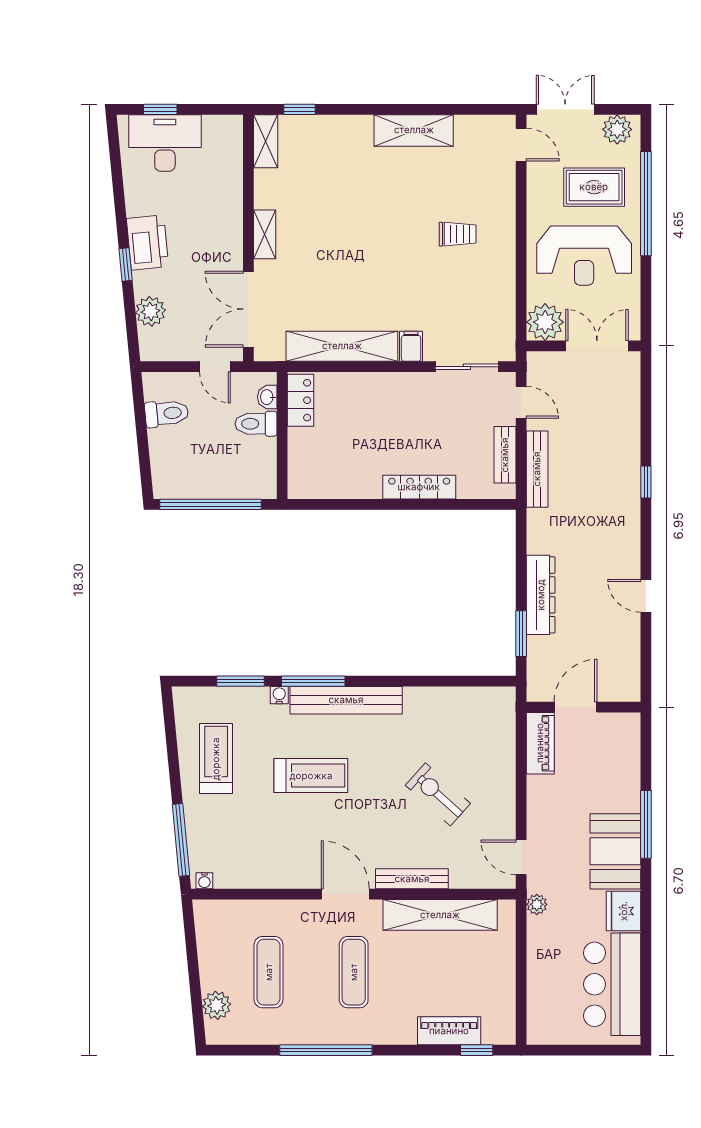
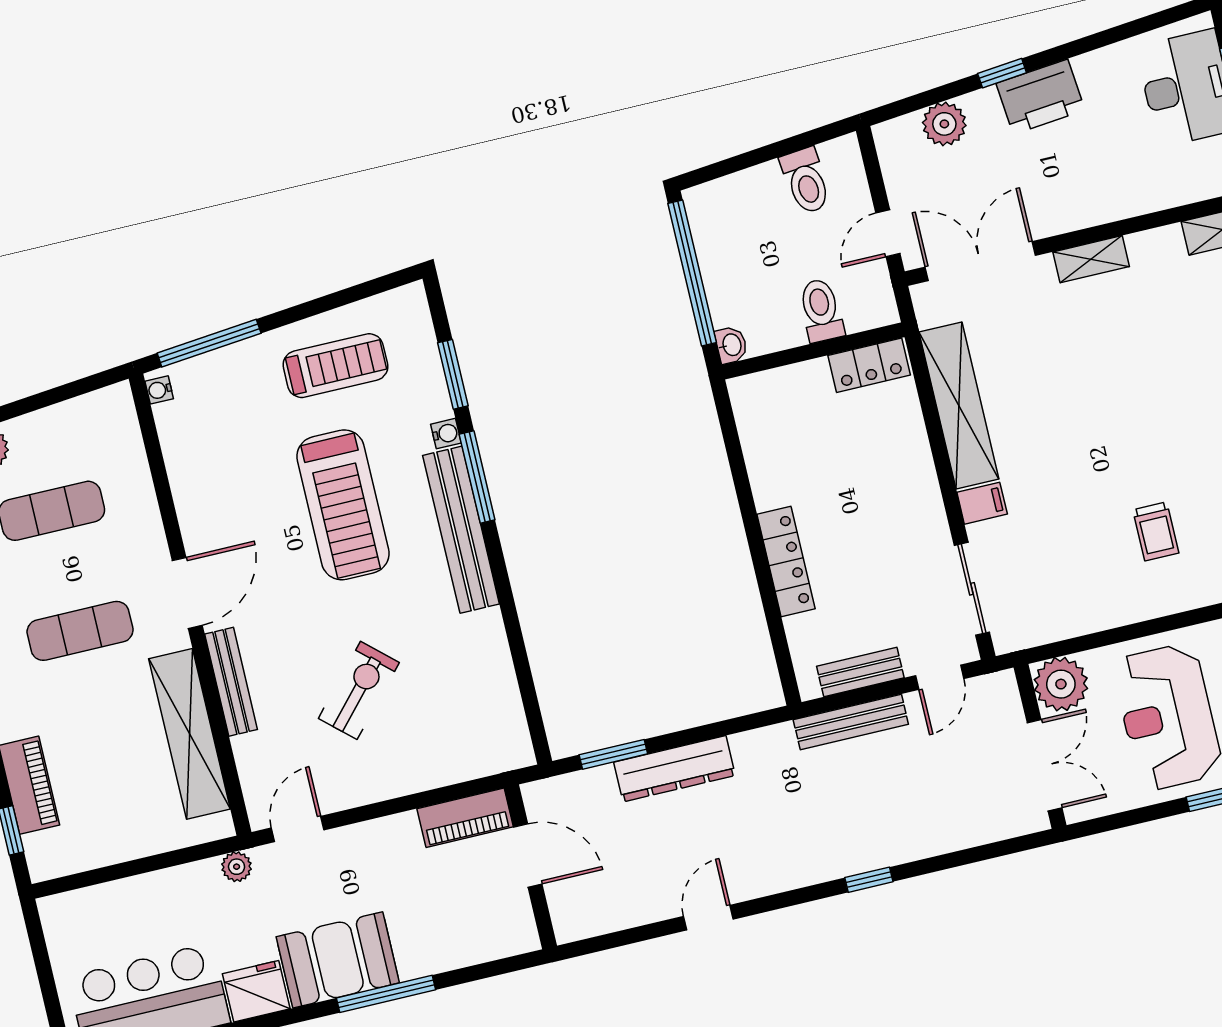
washbasin: (267, 397) -> (731, 345), moved, turned 90
treadmill: (311, 776) -> (343, 505), width x1.37, depth x1.38

